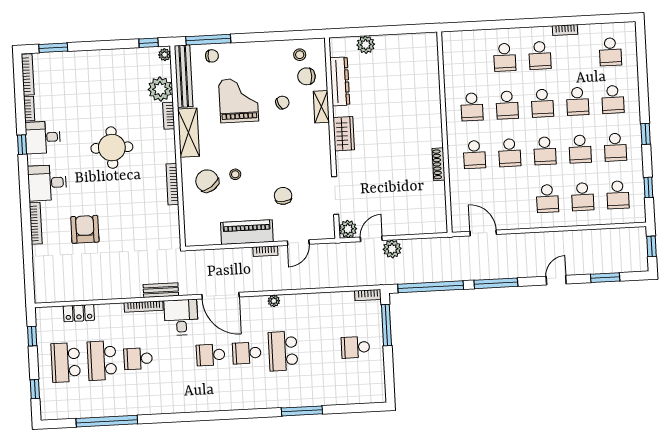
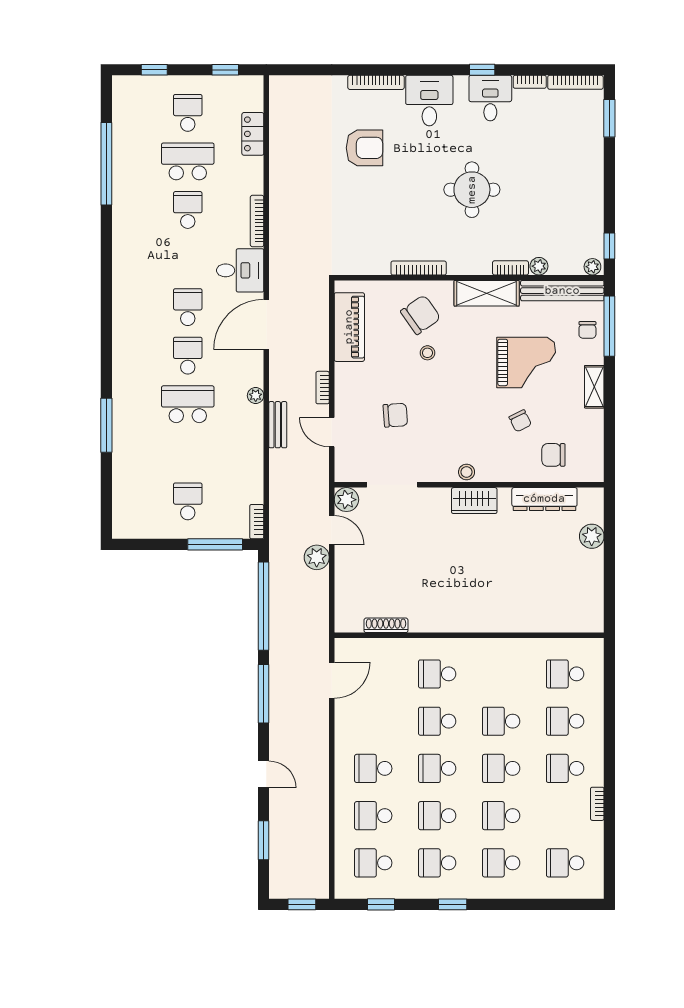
stool: (300, 55) -> (467, 472), moved
chair: (306, 76) -> (553, 455), turned -90
plant: (160, 89) -> (539, 266), width x0.53, depth x0.53
shelving: (321, 107) -> (594, 387), moved, turned 90
school desk: (472, 107) -> (565, 674), moved
shoe rack: (439, 164) -> (386, 625), moved
piano: (247, 232) -> (349, 327), moved
bench: (161, 290) -> (278, 425), moved
school desk: (66, 362) -> (188, 113), width x0.54

